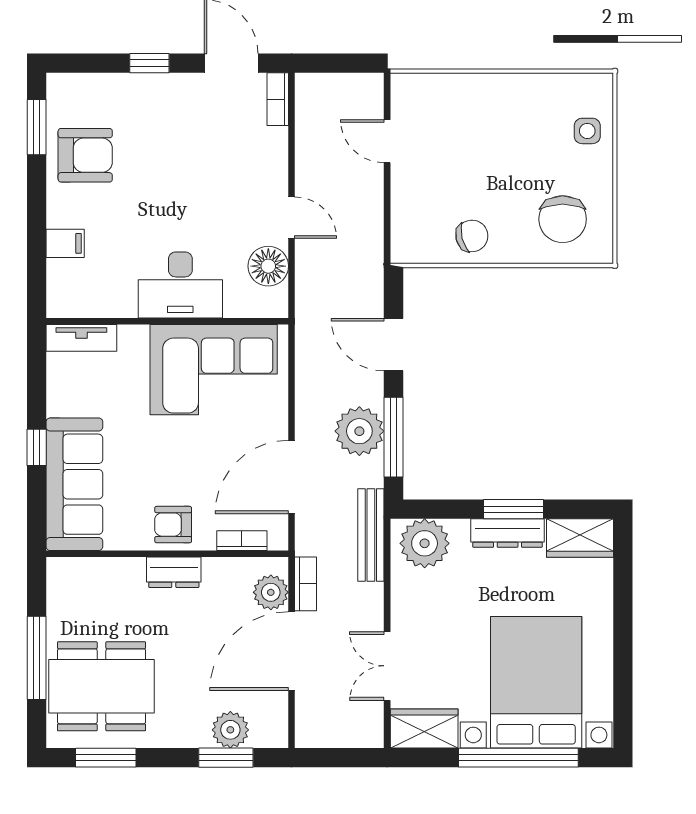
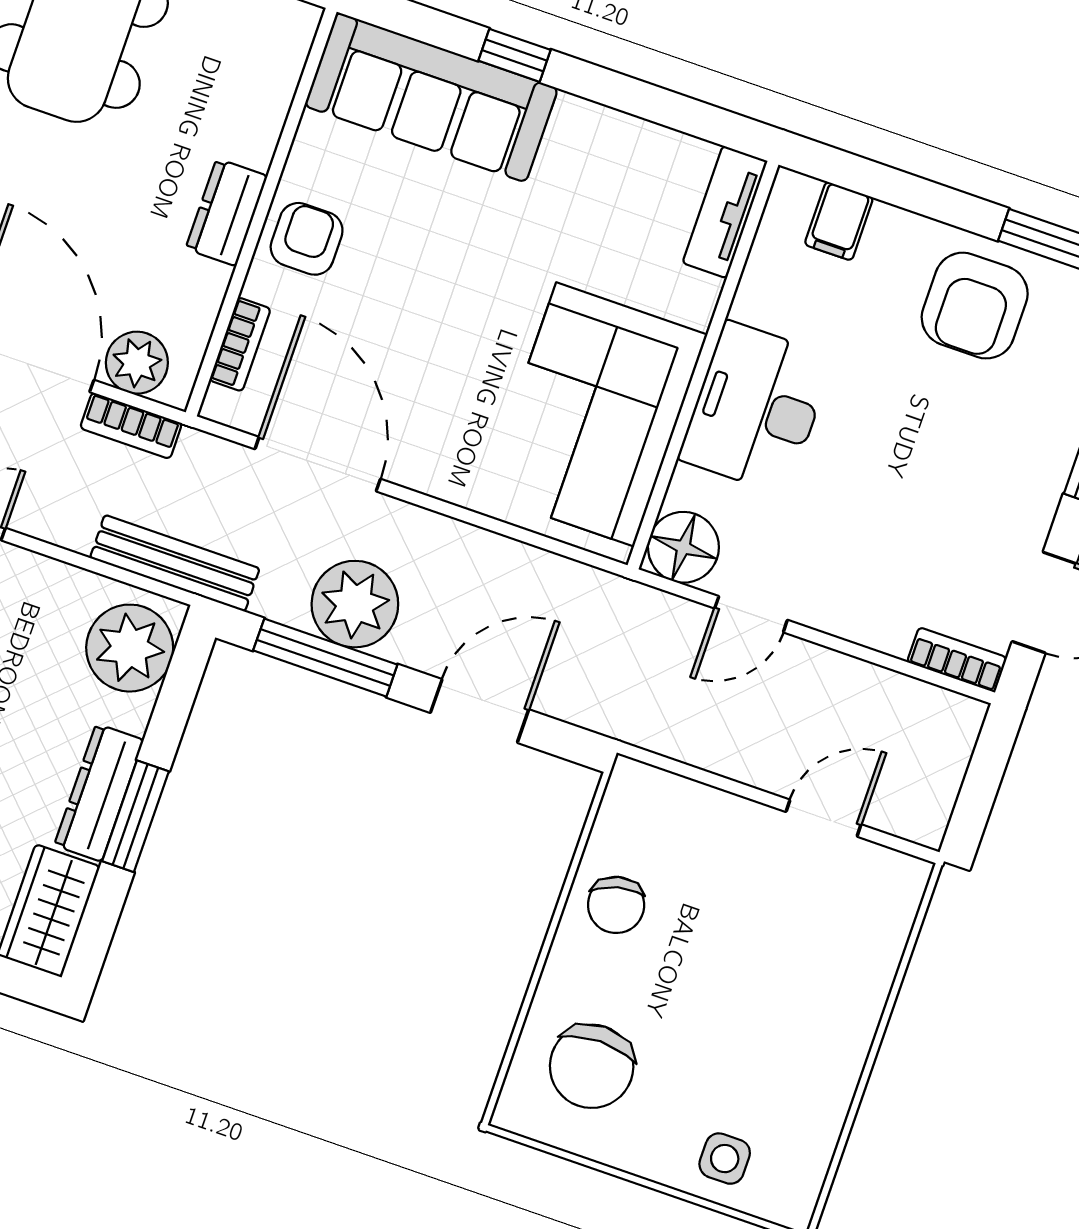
chair: (563, 219) -> (592, 1066), turned -90
desk: (180, 285) -> (756, 408), moved
wall: (167, 321) -> (703, 365), moved
tv unit: (81, 338) -> (725, 212), moved
corner sofa: (214, 370) -> (595, 414), moved

